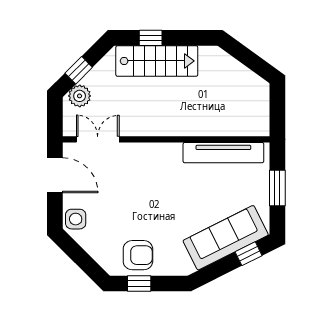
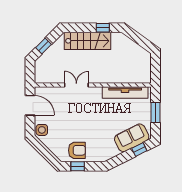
window: (151, 38) -> (103, 28), moved
plant: (80, 96) -> (44, 61), removed
double door: (98, 139) -> (76, 85), moved
sofa: (226, 238) -> (132, 138), width x0.73

